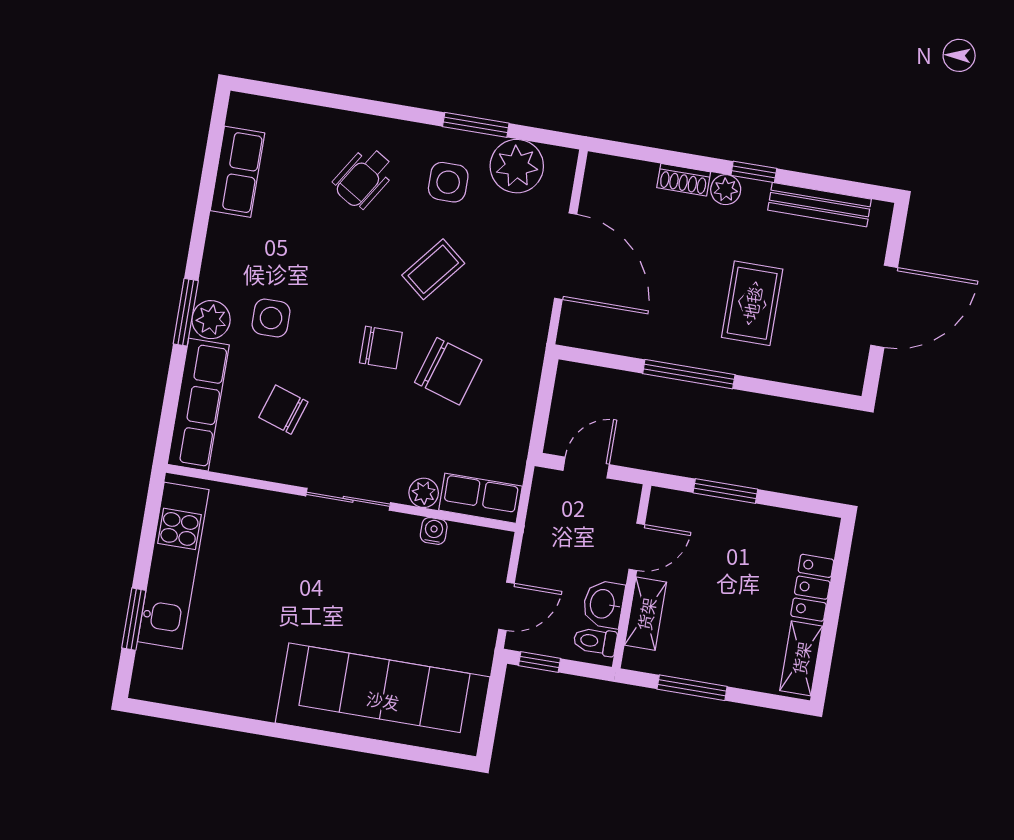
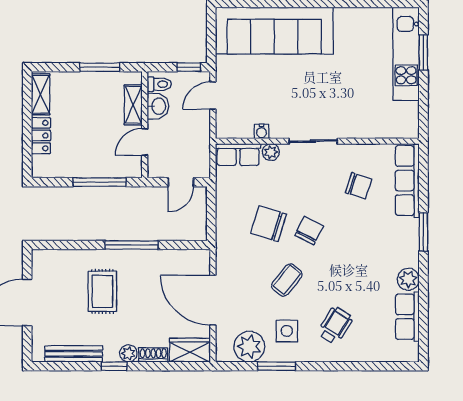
wardrobe: (619, 177) -> (190, 350), added
side table: (271, 318) -> (374, 237), removed
plant: (211, 320) -> (408, 279), moved
chair: (381, 348) -> (309, 231), turned 117
window: (725, 491) -> (100, 182), width x1.44
kitchen unit: (173, 566) -> (406, 54), moved

